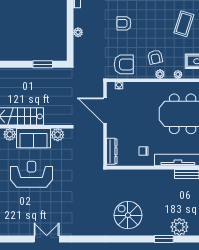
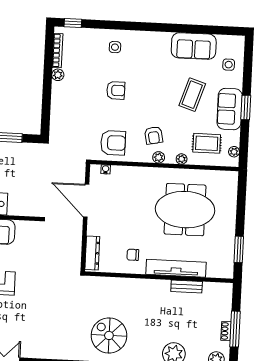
armchair: (124, 23) -> (116, 90), turned 180
plant: (78, 32) -> (58, 75), moved
plant: (58, 135) -> (24, 228), removed

